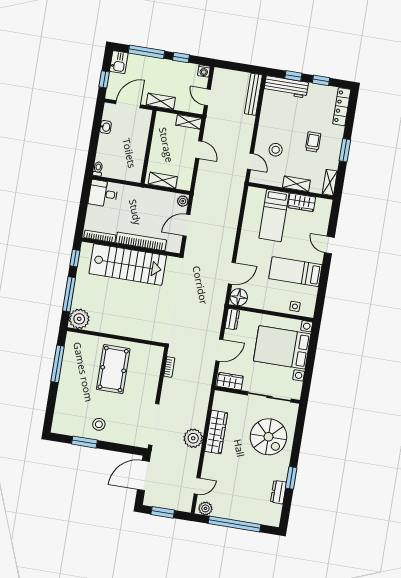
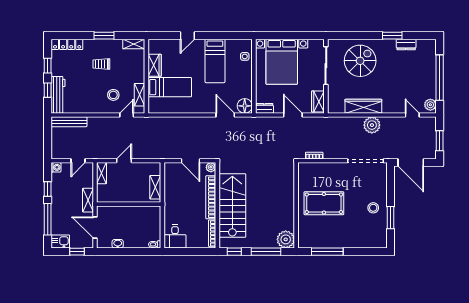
shelving: (296, 184) -> (140, 95), moved
plant: (183, 201) -> (211, 167), moved

